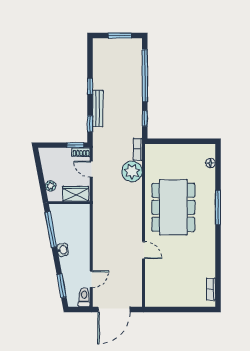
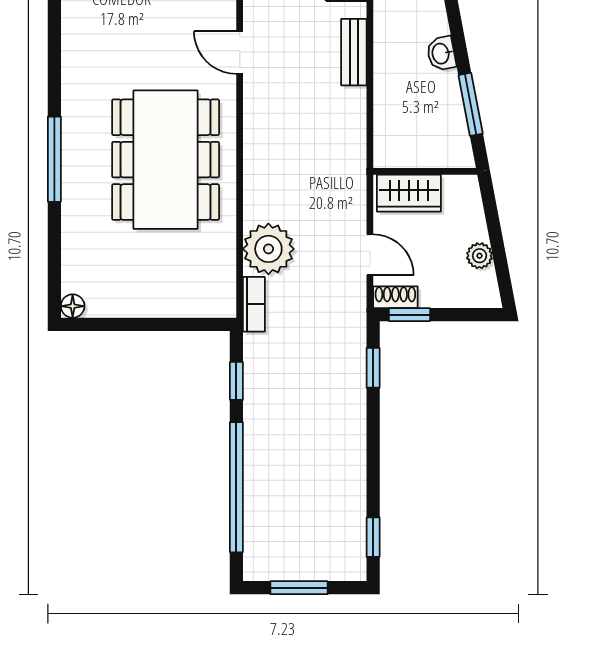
window: (90, 86) -> (373, 537), moved
bench: (98, 108) -> (354, 52), moved, width x0.73
floor lamp: (211, 163) -> (73, 306), moved
plant: (51, 186) -> (479, 256), moved
window: (51, 229) -> (471, 104), width x0.69

